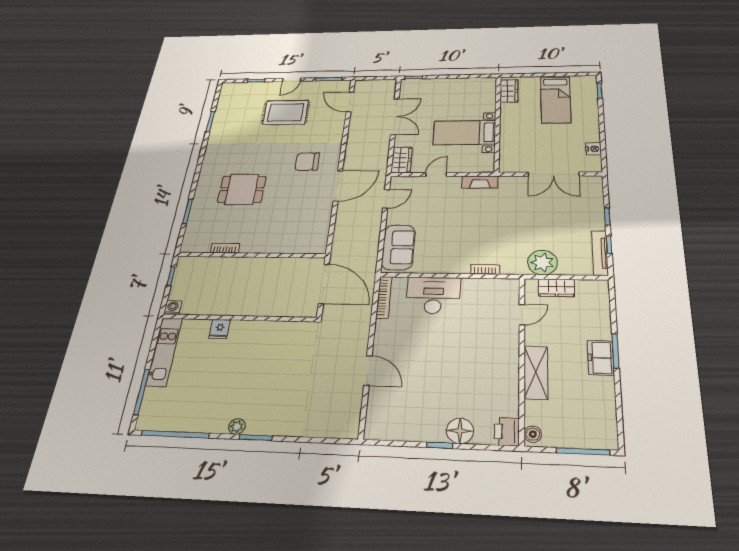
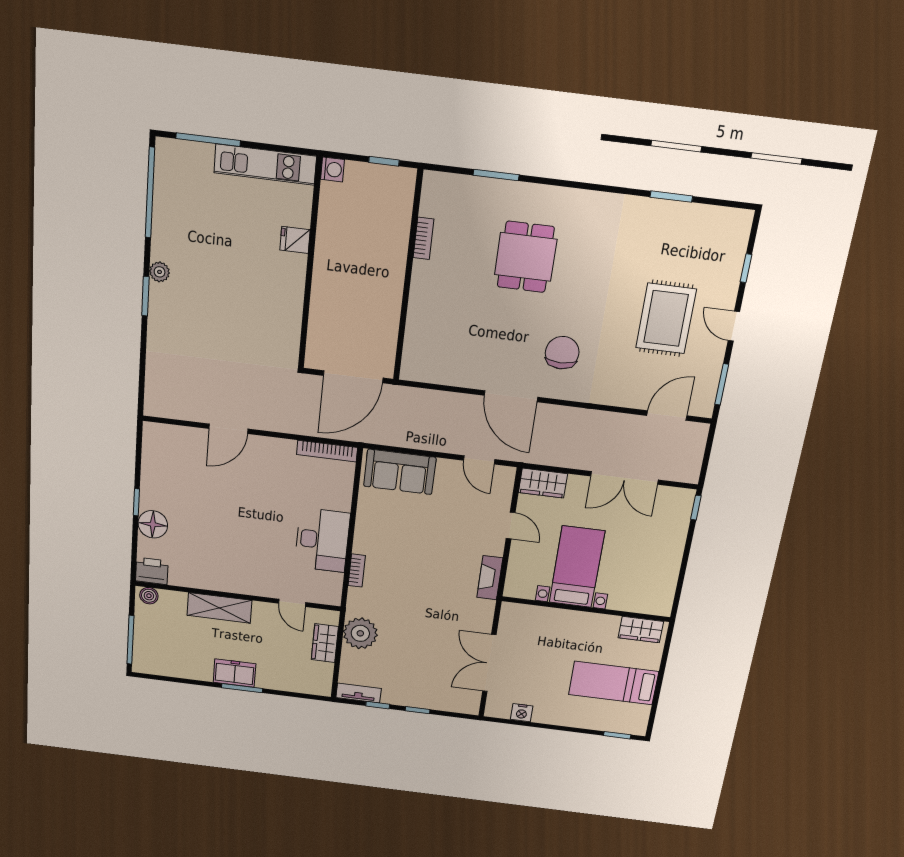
tv unit: (600, 253) -> (359, 693), width x0.71
desk: (433, 295) -> (322, 540), moved

